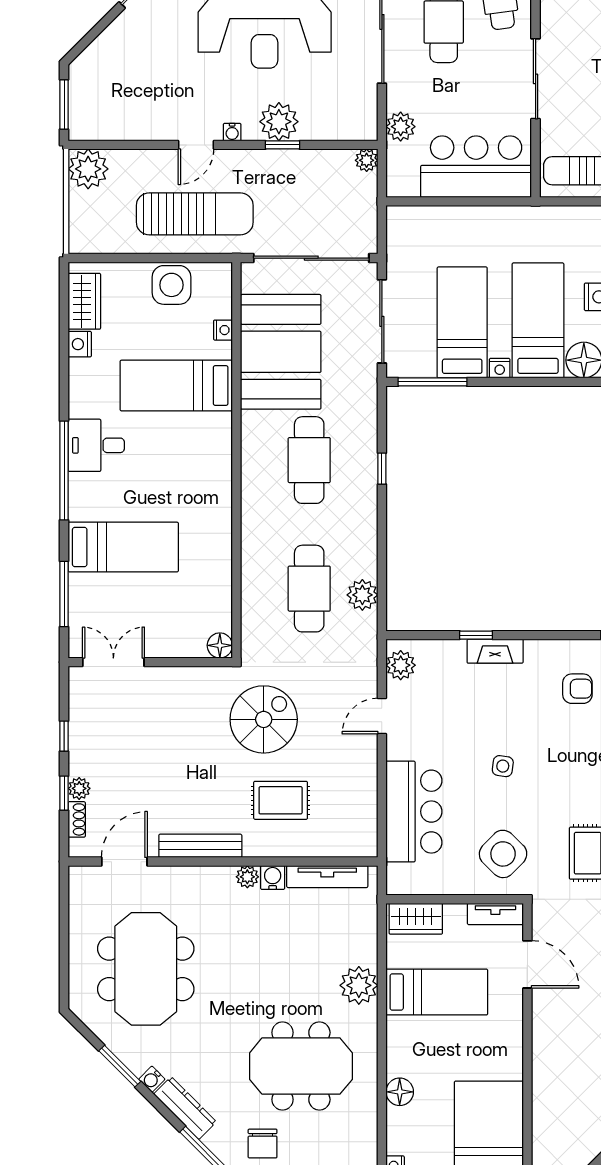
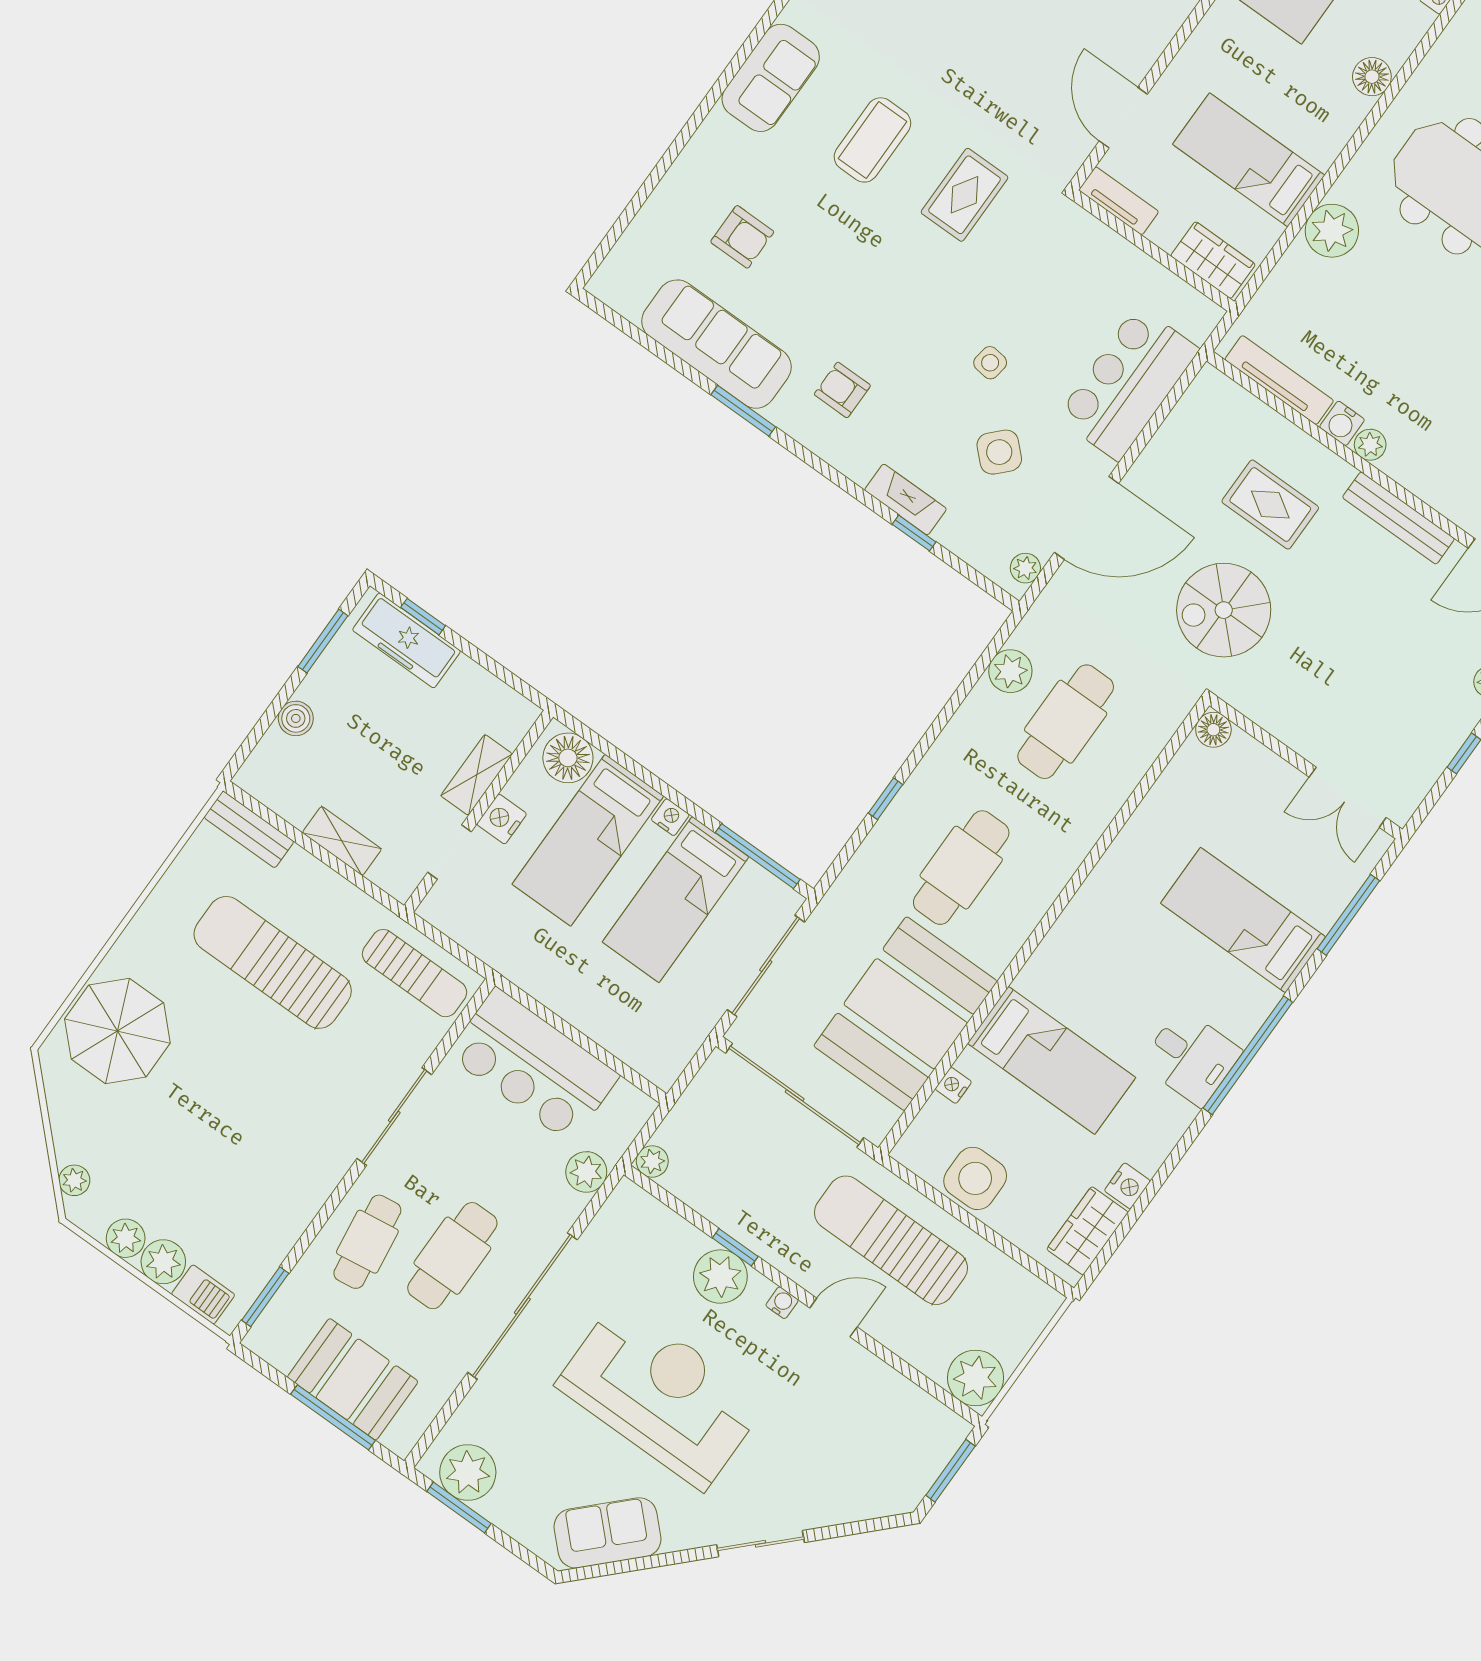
plant: (401, 665) -> (1025, 568), width x0.73, depth x0.73
door: (382, 716) -> (1087, 518), width x1.87
side table: (503, 854) -> (999, 452), moved, width x0.73, depth x0.73

